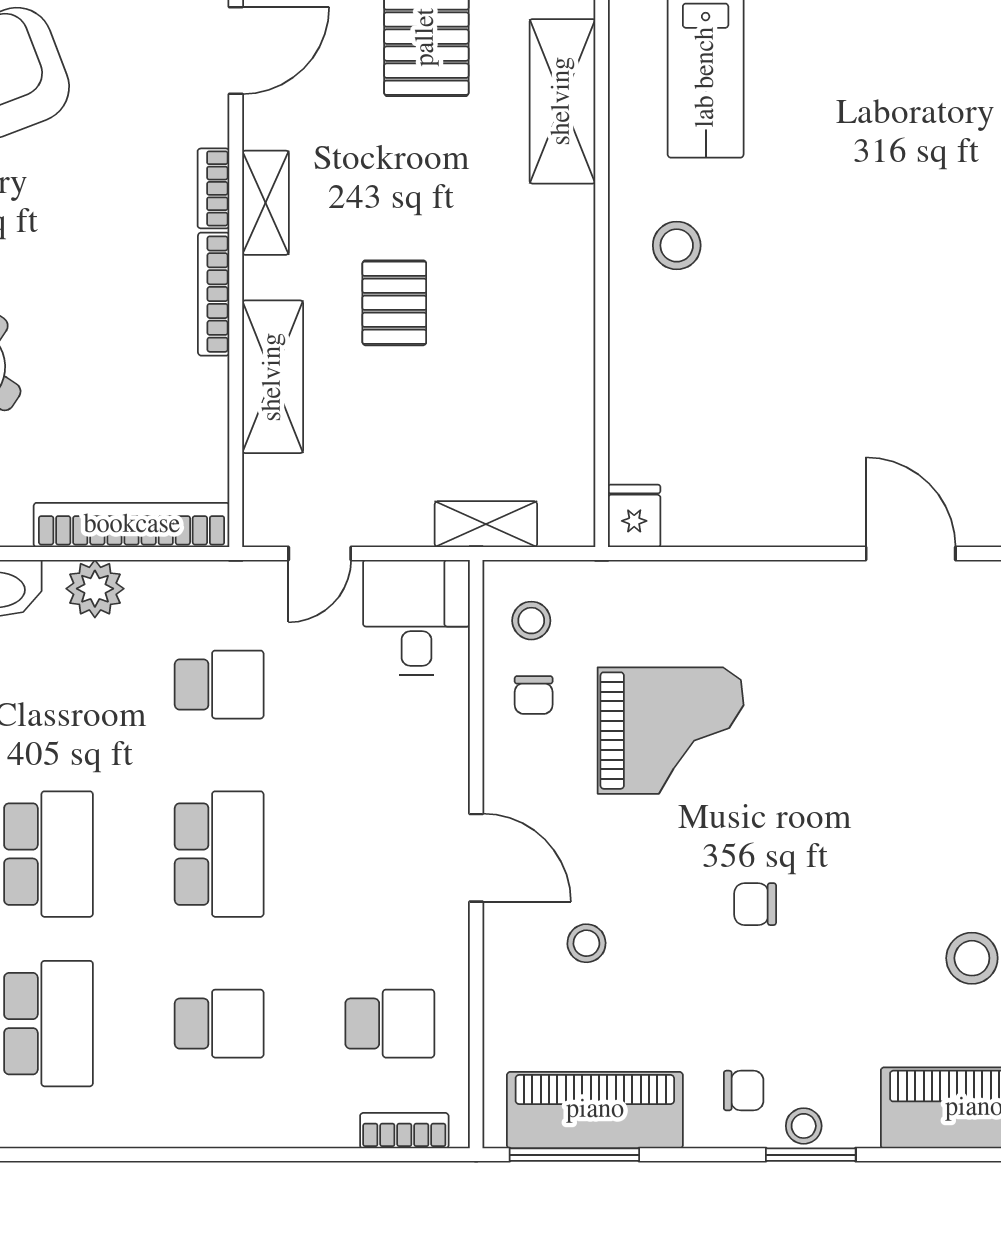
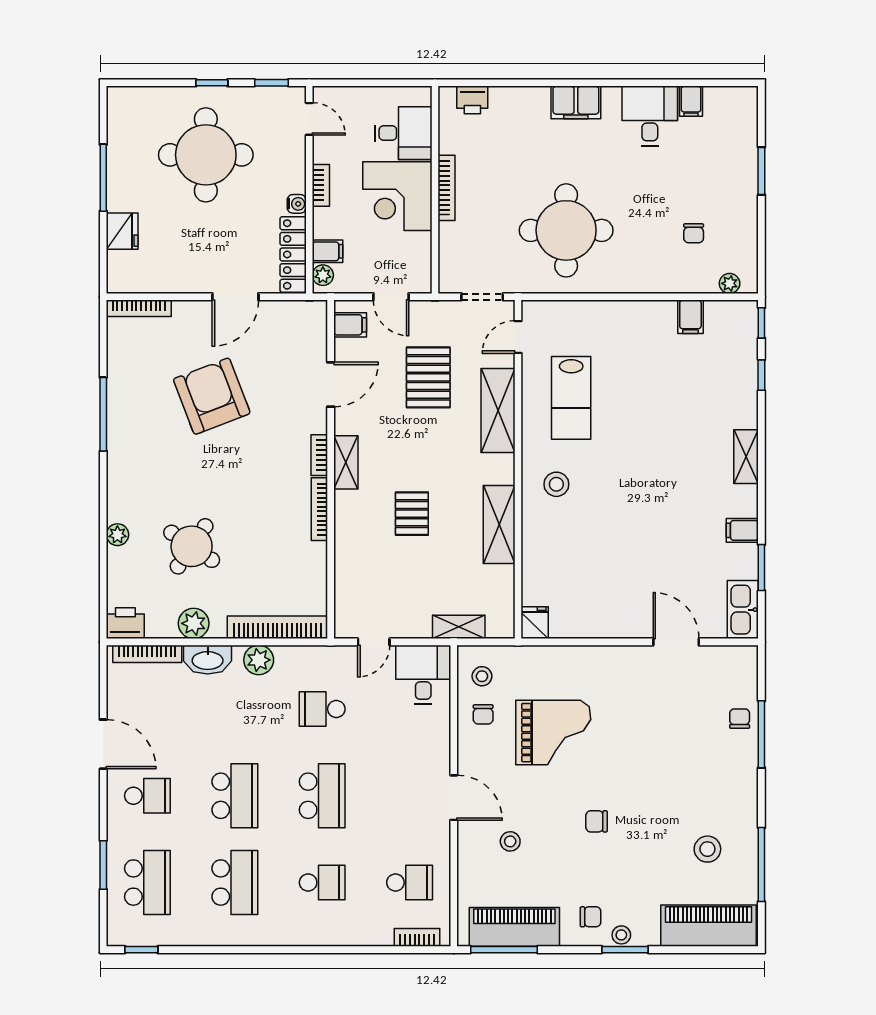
shelving: (273, 377) -> (499, 525), moved
school desk: (219, 685) -> (322, 709), turned 180

